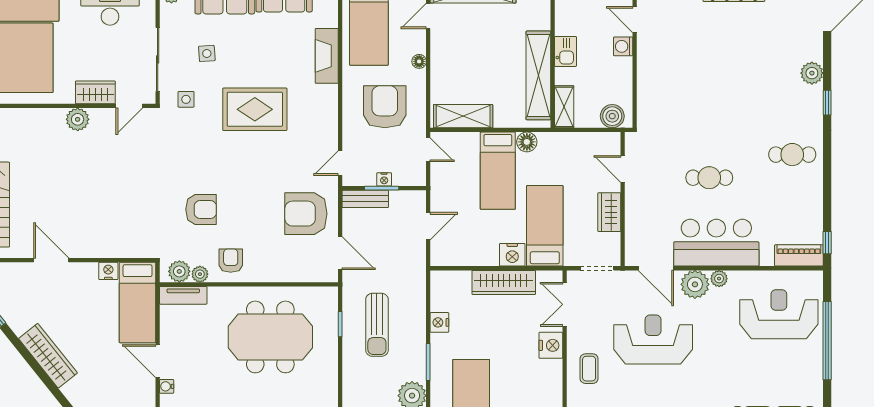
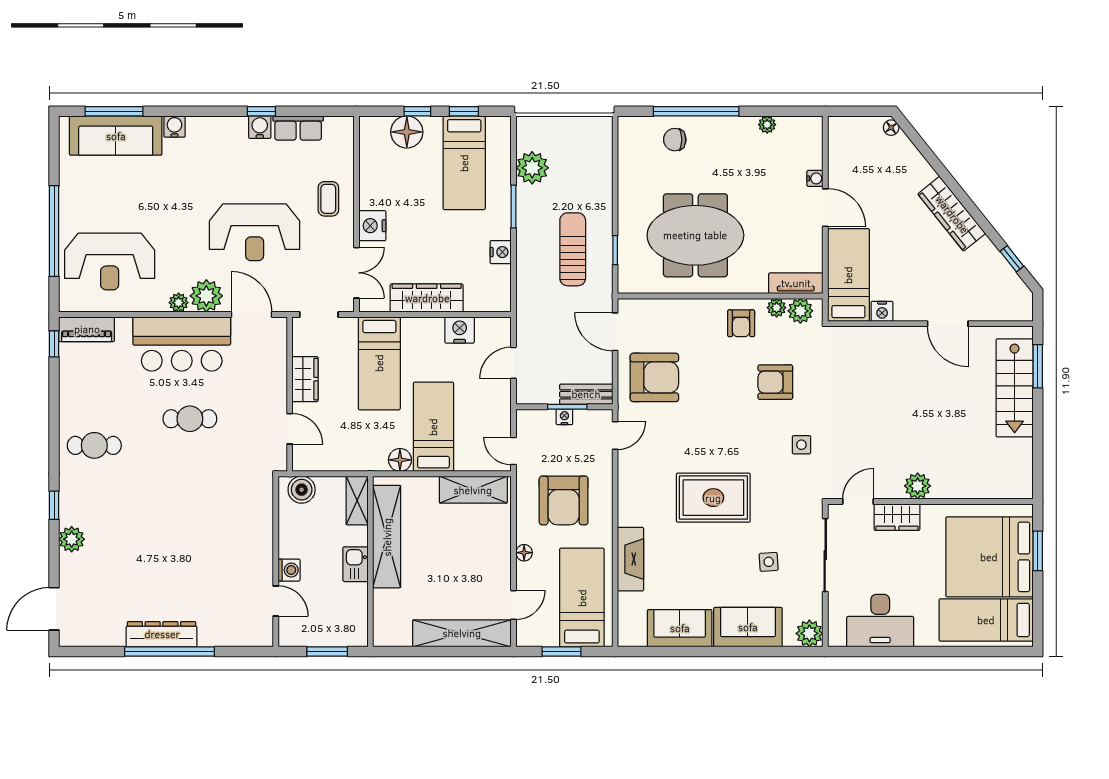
side table: (186, 99) -> (801, 445), moved
nightstand: (512, 255) -> (460, 330), moved

